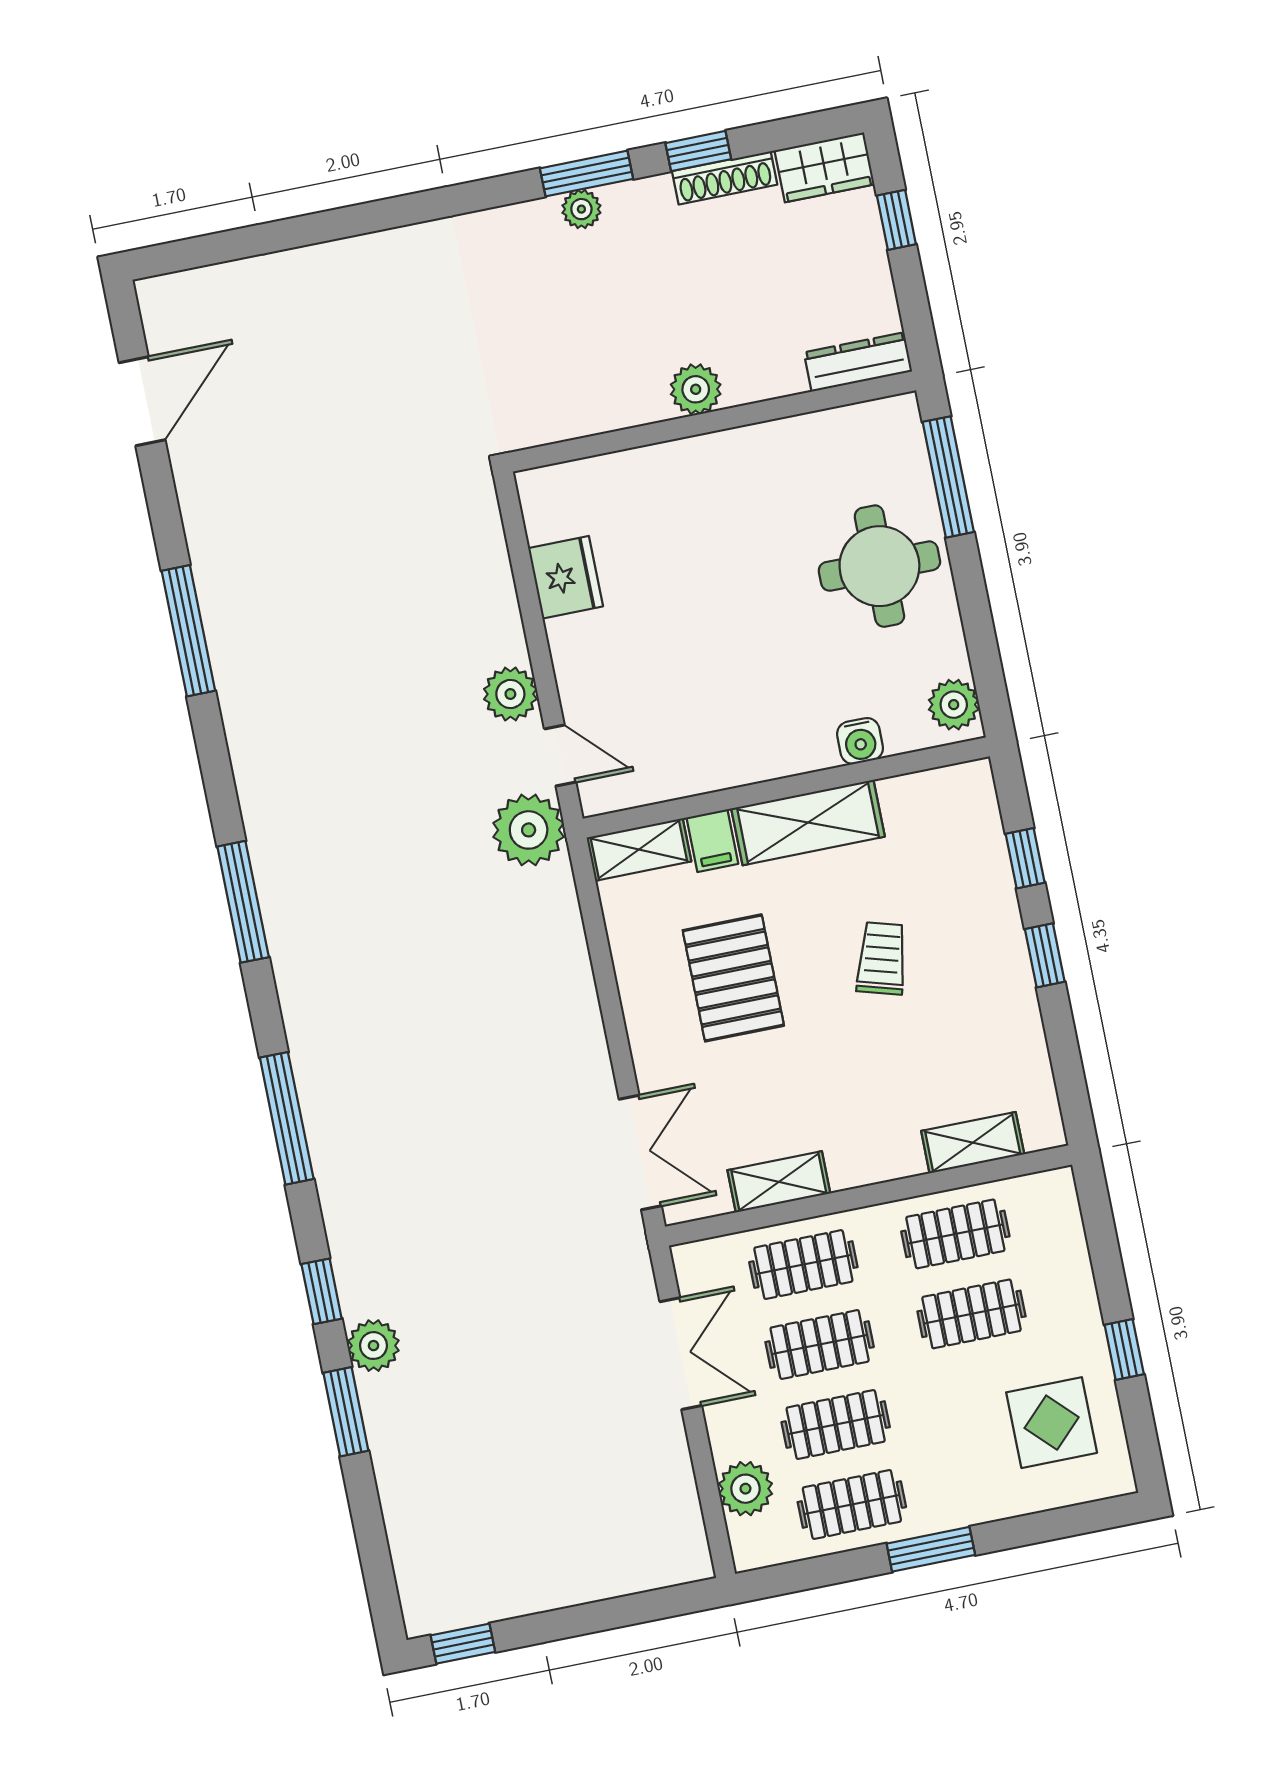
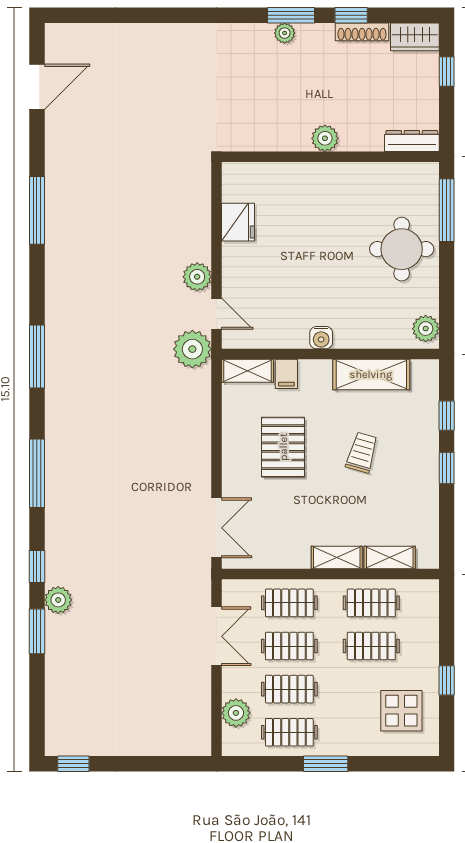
water cooler: (860, 741) -> (321, 338), moved
shelving: (808, 823) -> (371, 374), moved
shelving: (779, 1182) -> (337, 557), moved

